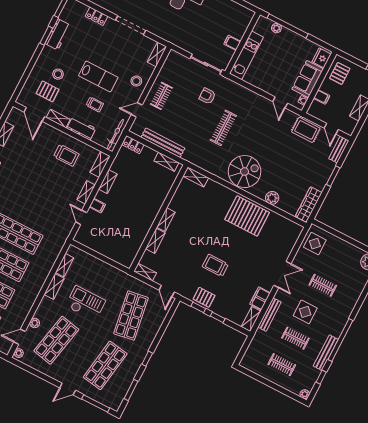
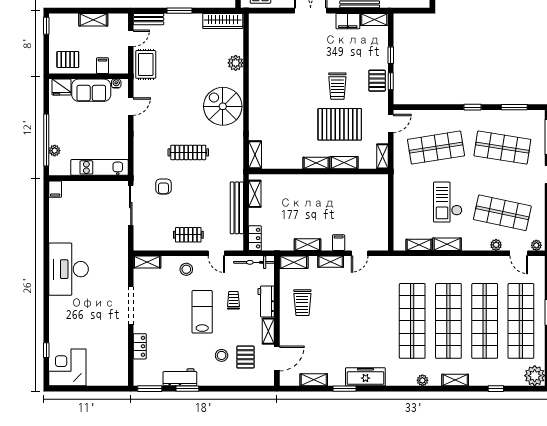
filing cabinet: (232, 43) -> (55, 189), moved
trolley: (66, 155) -> (302, 303), turned 180
pallet: (247, 216) -> (340, 124), moved, turned 90

